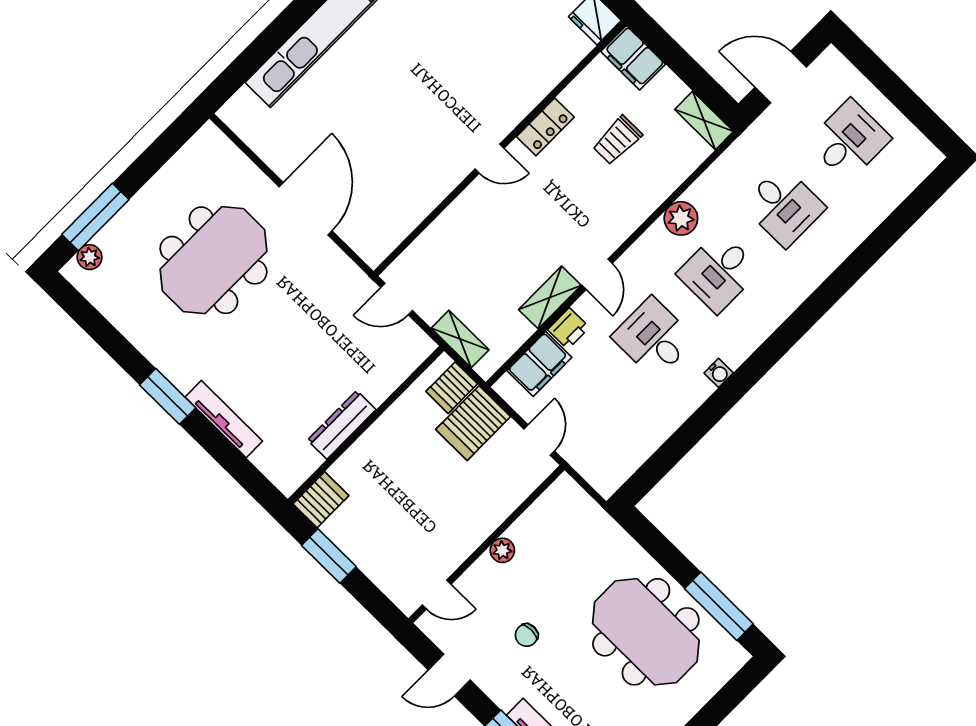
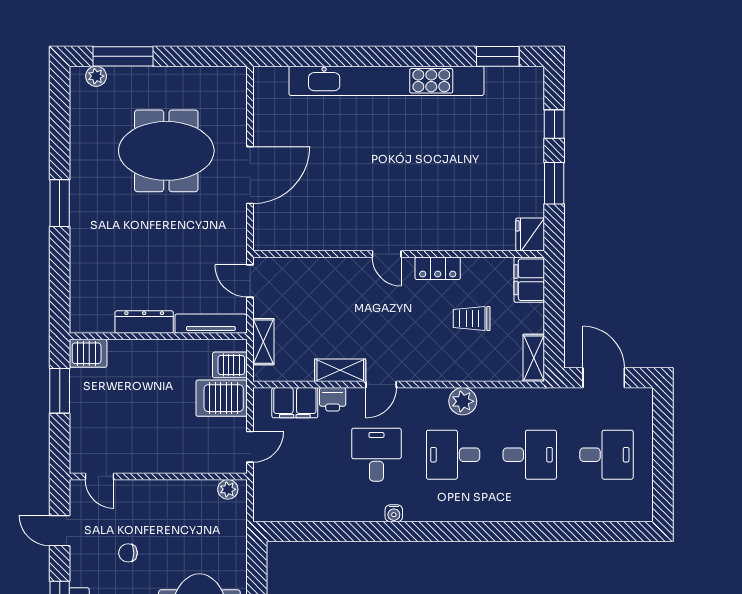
desk: (784, 206) -> (530, 455), turned -90
tv unit: (224, 419) -> (211, 324), moved, turned -90
plant: (502, 550) -> (228, 489), moved

